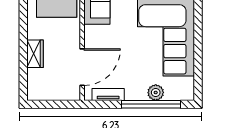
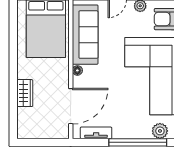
floor lamp: (89, 30) -> (77, 70), added
plant: (156, 93) -> (160, 131), moved

